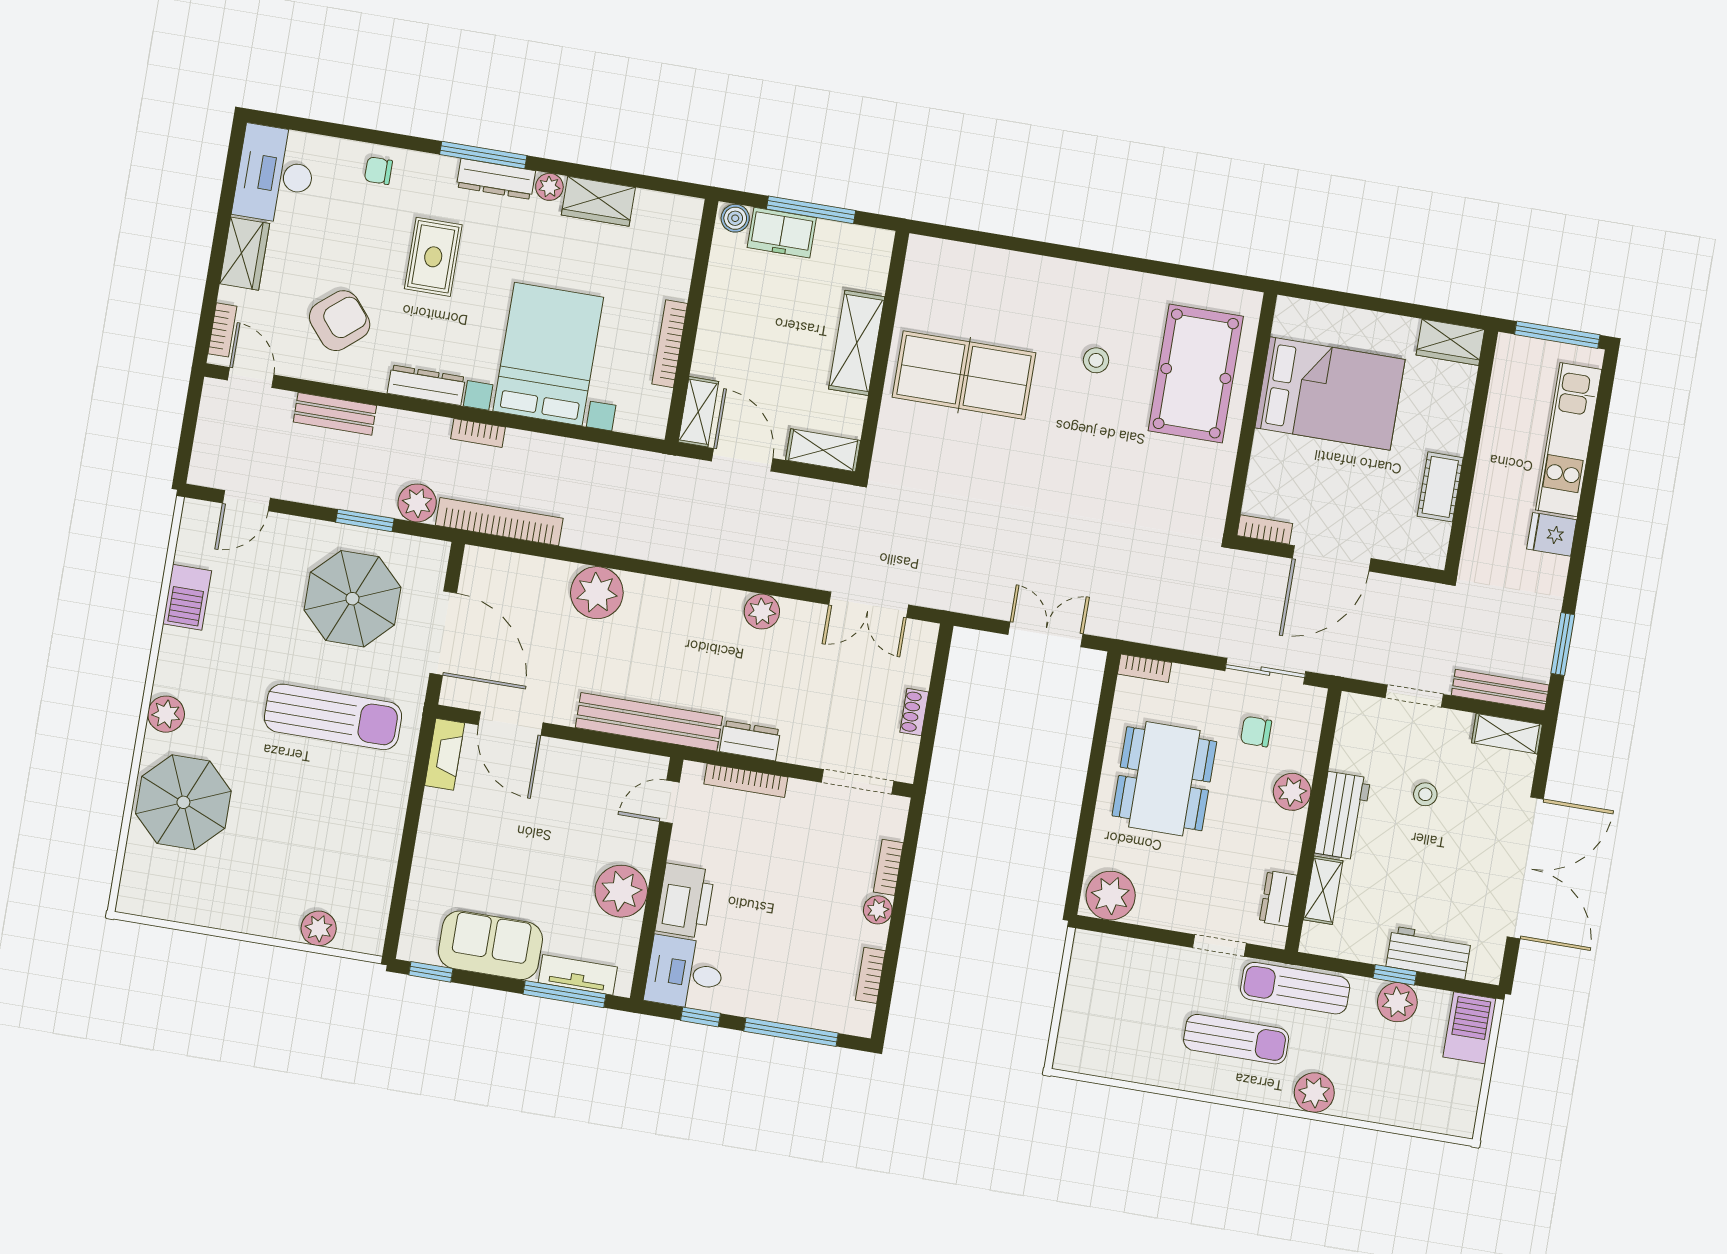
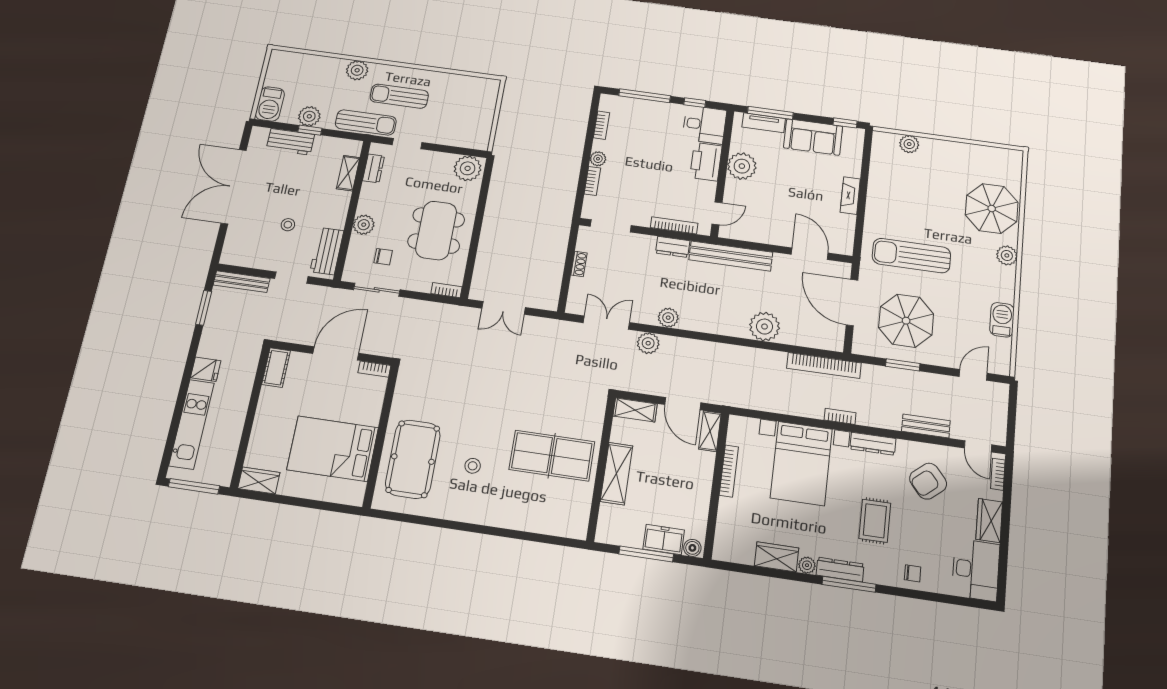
cot: (1440, 487) -> (276, 368), moved
plant: (417, 503) -> (648, 343), moved
shelving: (1507, 734) -> (239, 258), removed
fireplace: (445, 754) -> (850, 196), moved
workbench: (1343, 816) -> (327, 251), moved

